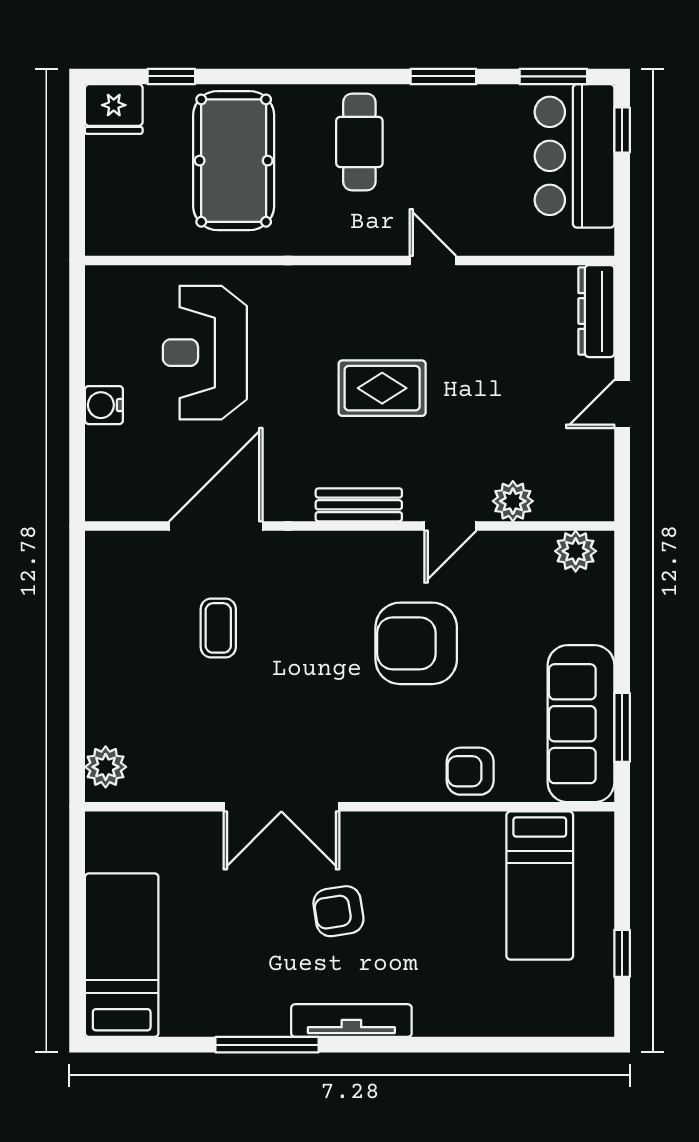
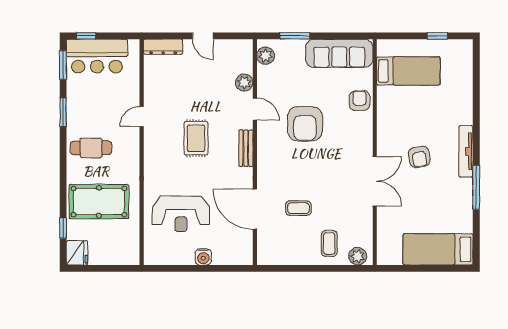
coffee table: (135, 700) -> (329, 244), added
window: (622, 727) -> (295, 36), moved
armchair: (470, 771) -> (360, 101), turned 180

